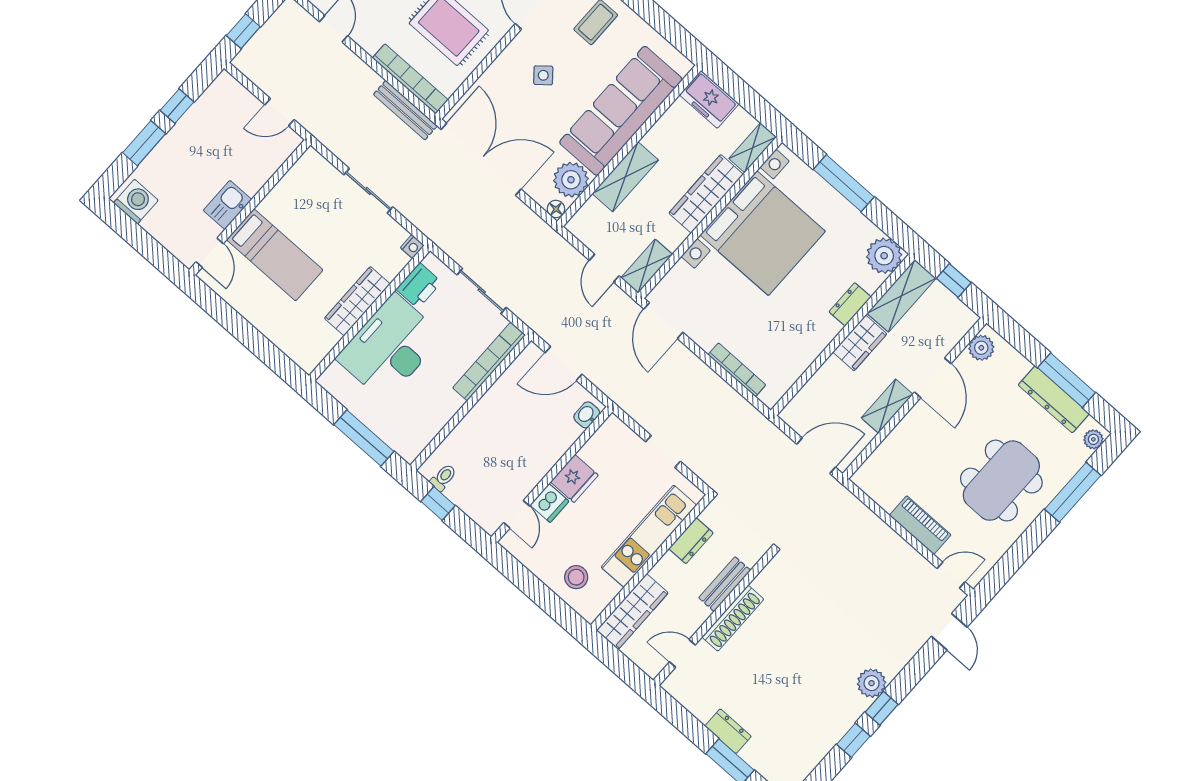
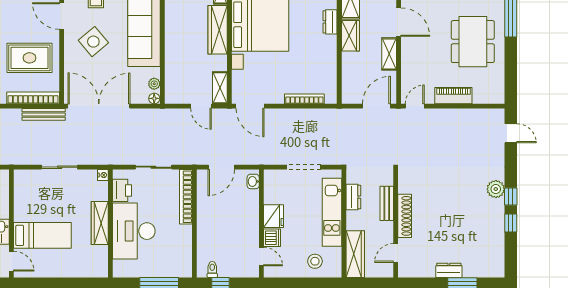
side table: (543, 75) -> (93, 42), width x1.87, depth x1.87
shelving: (625, 177) -> (173, 55), removed
plant: (571, 180) -> (154, 84), width x0.53, depth x0.53
doorway: (663, 452) -> (304, 167), width x1.38
door: (951, 575) -> (415, 106), moved

